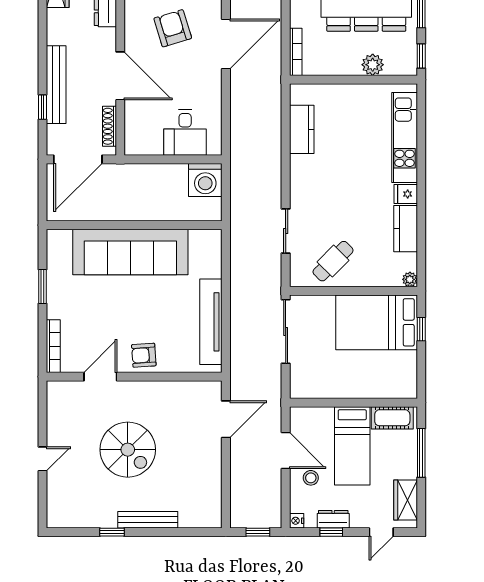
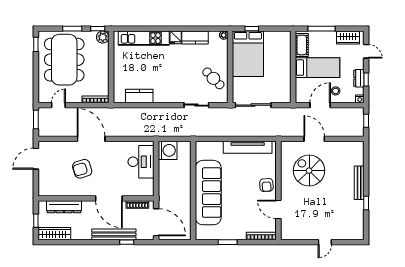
plant: (373, 65) -> (103, 37), moved
door: (120, 76) -> (109, 198), swing flipped
desk: (185, 133) -> (141, 162), width x1.37
door: (226, 419) -> (314, 139), moved
spiral stairs: (128, 450) -> (309, 171), moved, turned -90
door: (43, 459) -> (325, 242), swing flipped

